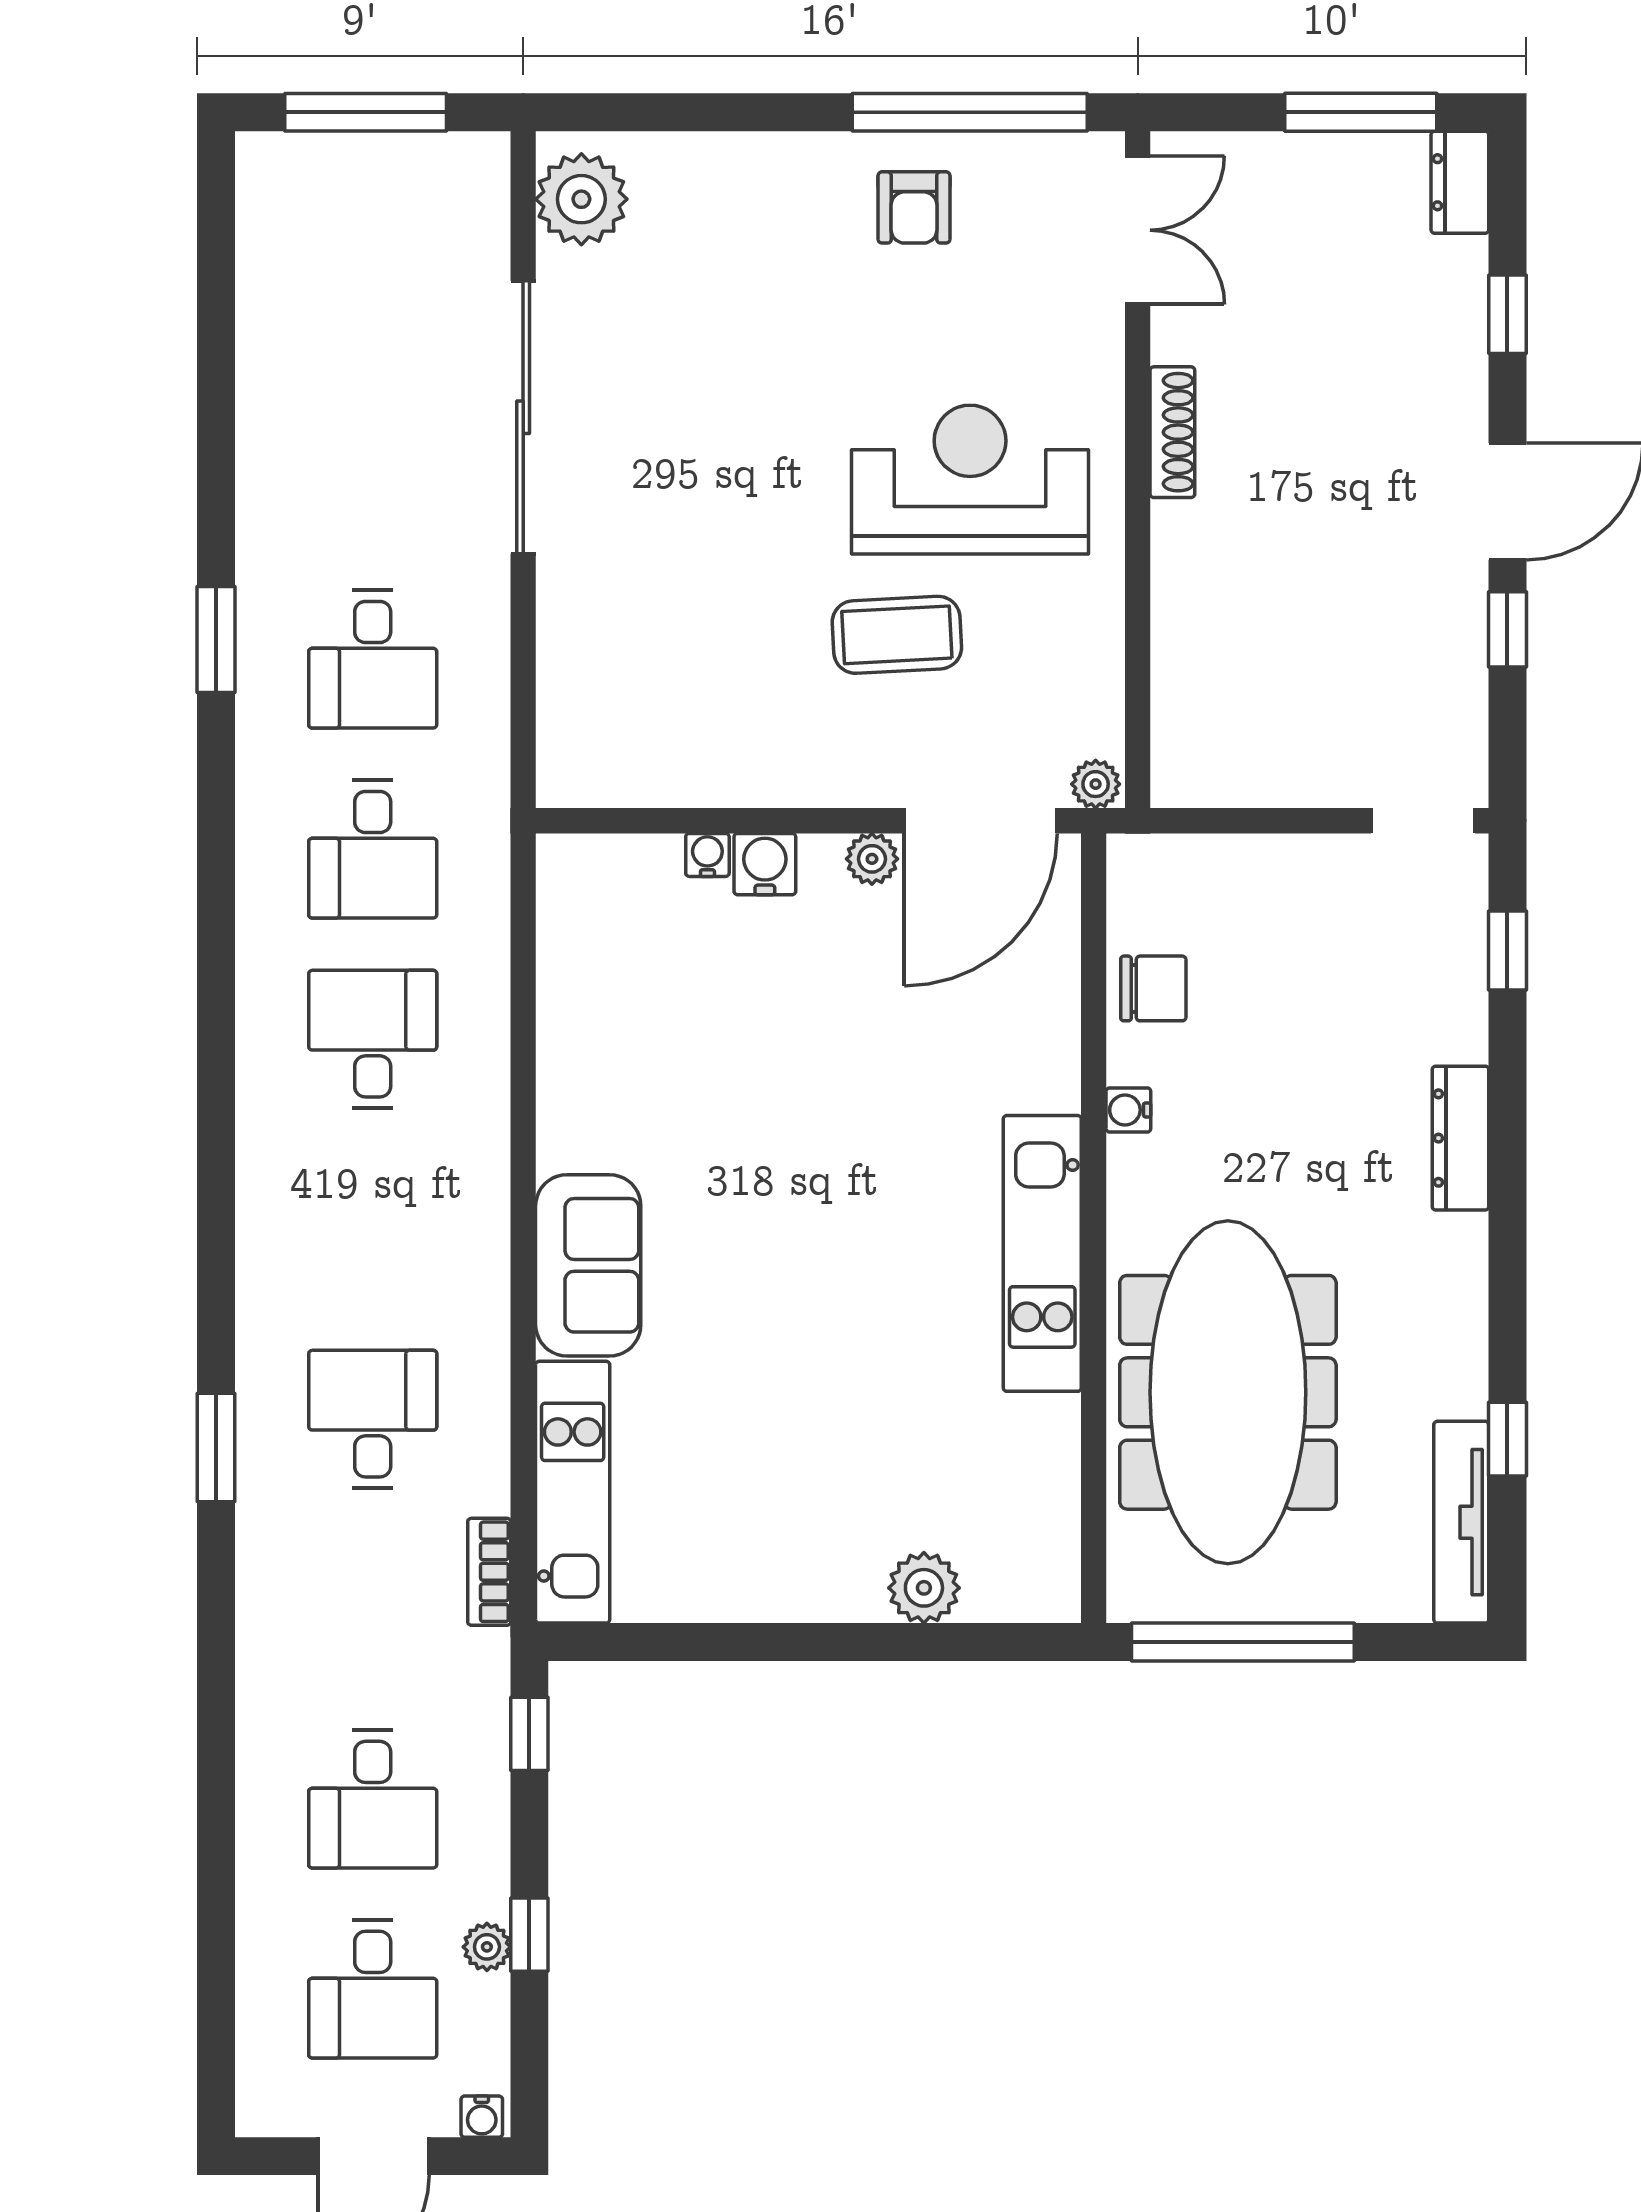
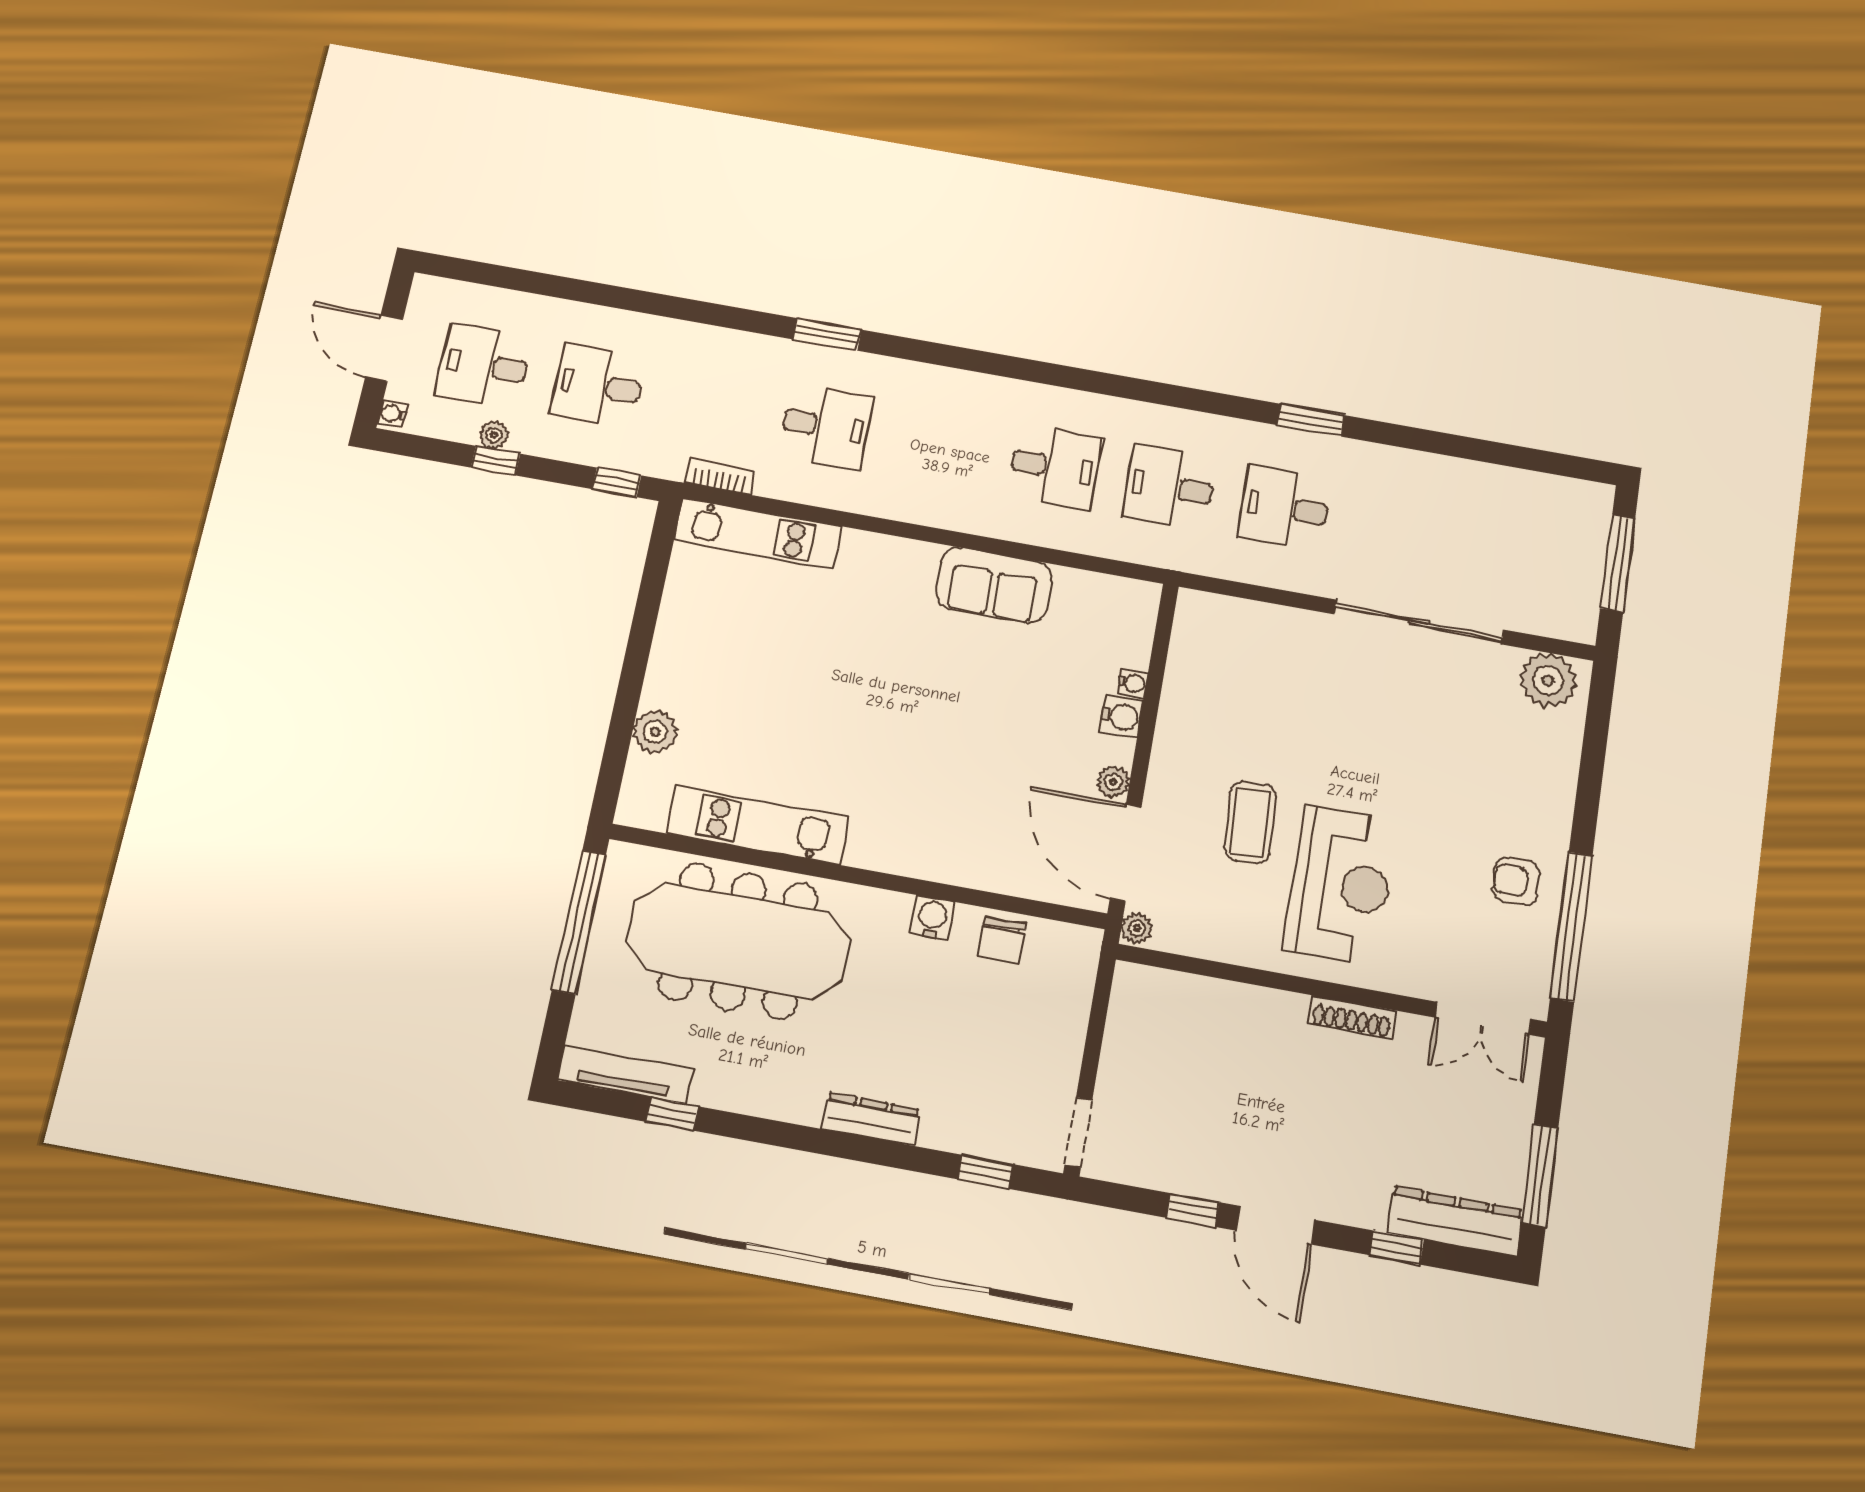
dresser: (1460, 182) -> (1455, 1221), width x1.96, depth x1.24
water cooler: (1128, 1110) -> (932, 918), width x1.38, depth x1.38
kitchen unit: (1042, 1253) -> (758, 825), moved
sofa: (588, 1265) -> (994, 585), moved

